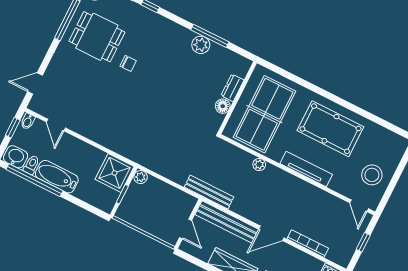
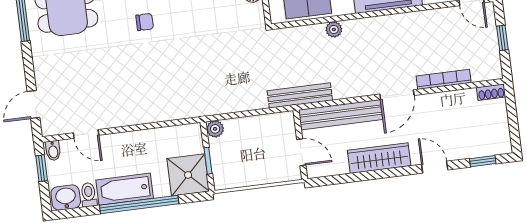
chair: (128, 63) -> (145, 22), moved
shower: (115, 173) -> (188, 175), moved
window: (34, 180) -> (139, 204), moved

